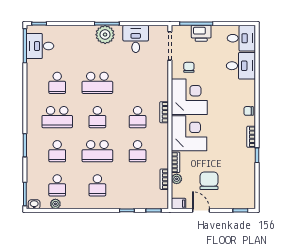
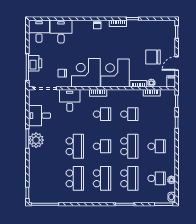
desk: (40, 46) -> (70, 100), moved, turned 180
school desk: (57, 83) -> (75, 178), width x1.85
school desk: (57, 151) -> (129, 178), width x1.85

